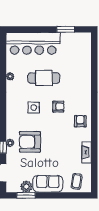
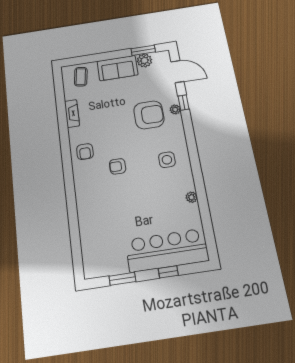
window: (35, 29) -> (168, 272), added
cafe table: (44, 78) -> (143, 202), removed
side table: (34, 108) -> (167, 160), moved

